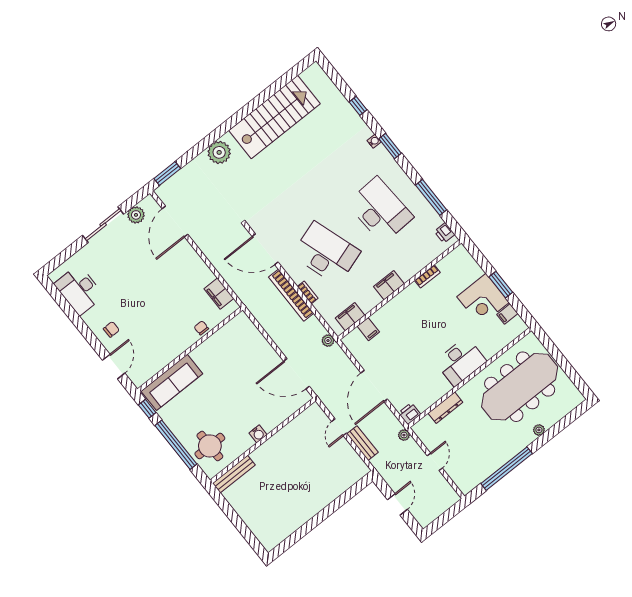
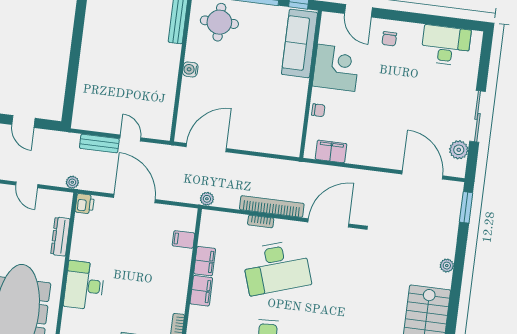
plant: (219, 152) -> (447, 266), width x0.53, depth x0.53
filing cabinet: (350, 317) -> (205, 261), moved
corner desk: (163, 344) -> (336, 68), added

